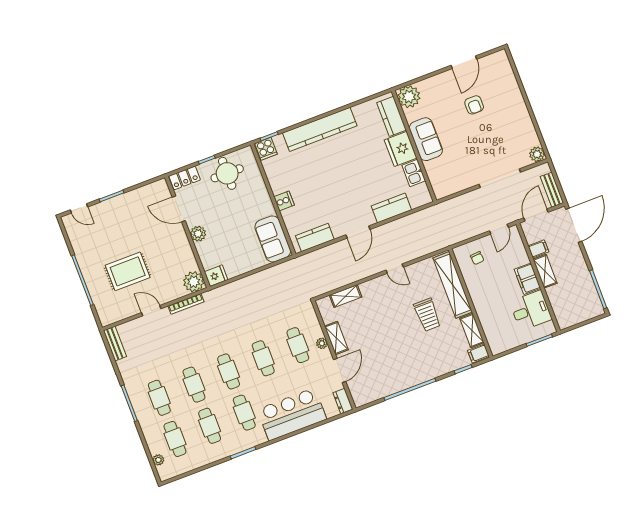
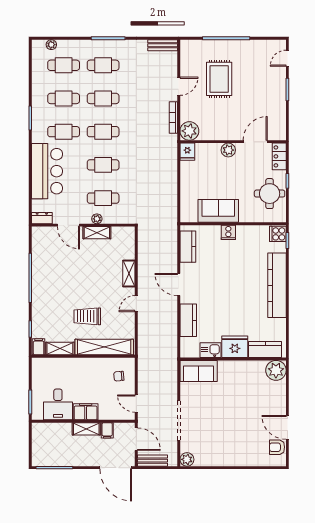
armchair: (474, 105) -> (277, 447), moved
sofa: (426, 139) -> (199, 371), moved
sofa: (273, 239) -> (218, 211), moved
shelving: (346, 296) -> (129, 274), moved

